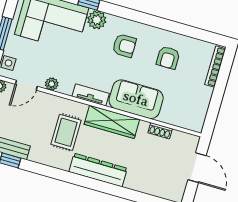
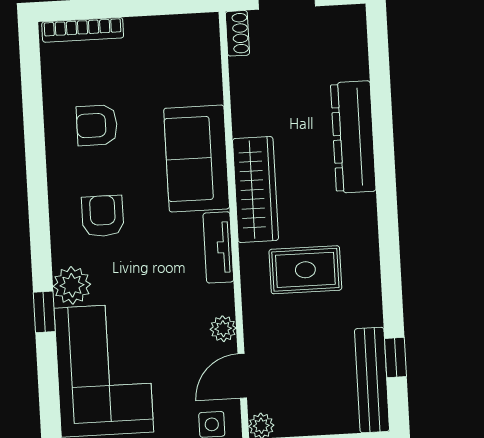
armchair: (168, 58) -> (97, 125), turned 180
door: (26, 85) -> (242, 376), swing flipped
shoe rack: (160, 131) -> (237, 33), moved
dresser: (98, 170) -> (353, 137), moved

